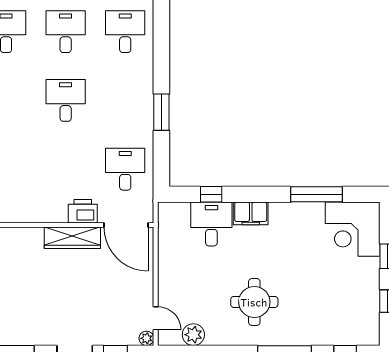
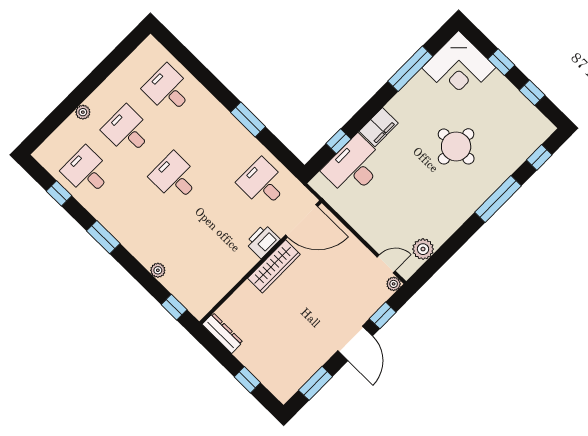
desk: (211, 224) -> (354, 167), width x1.37
round table: (254, 302) -> (456, 146), moved

